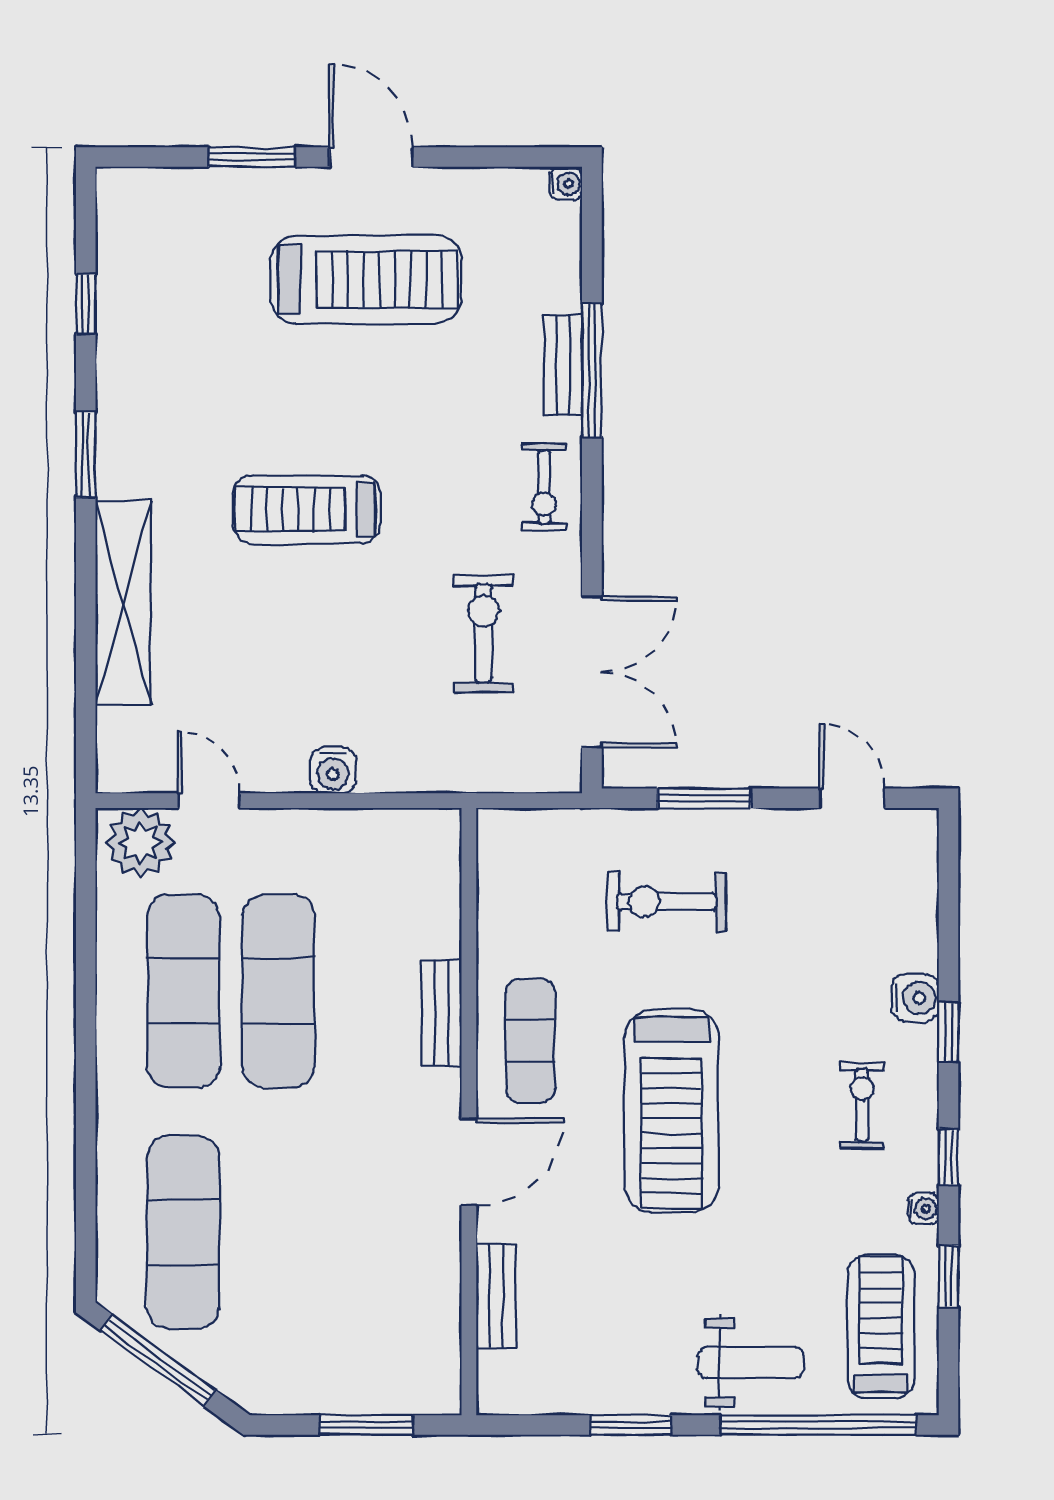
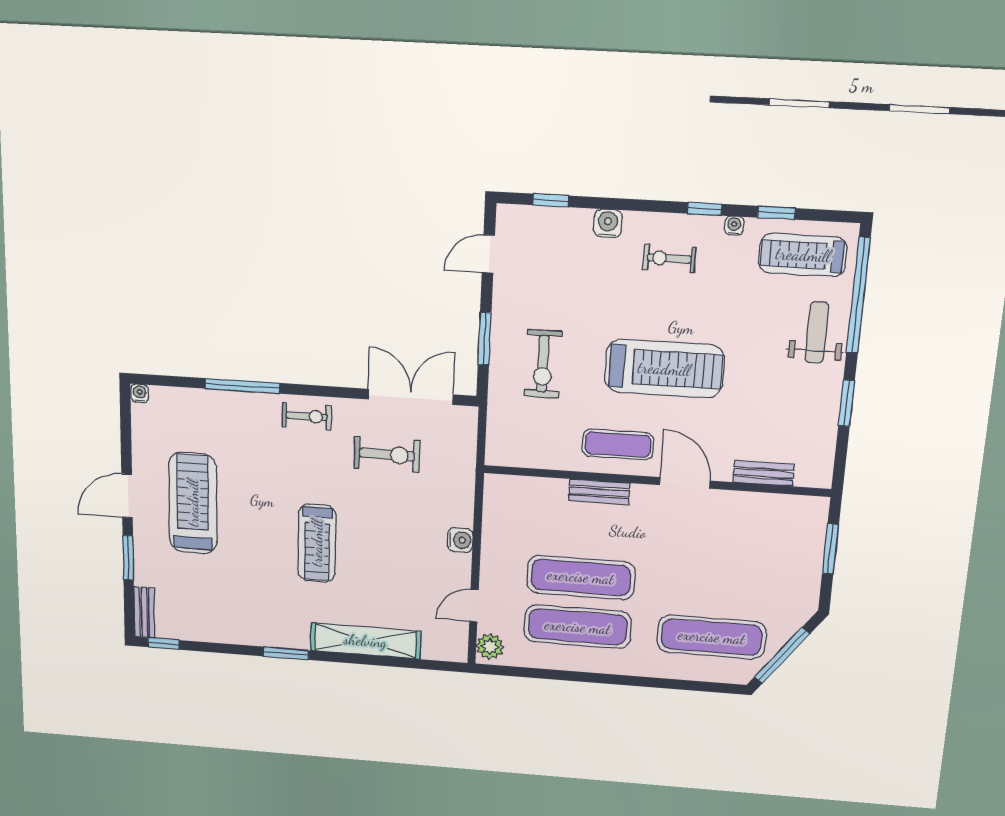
window: (86, 304) -> (163, 644), moved
bench: (563, 365) -> (144, 612), moved, turned 90
exercise bike: (483, 633) -> (387, 455), turned 180
plant: (141, 843) -> (490, 646), width x0.73, depth x0.73
window: (949, 1032) -> (551, 200), moved

